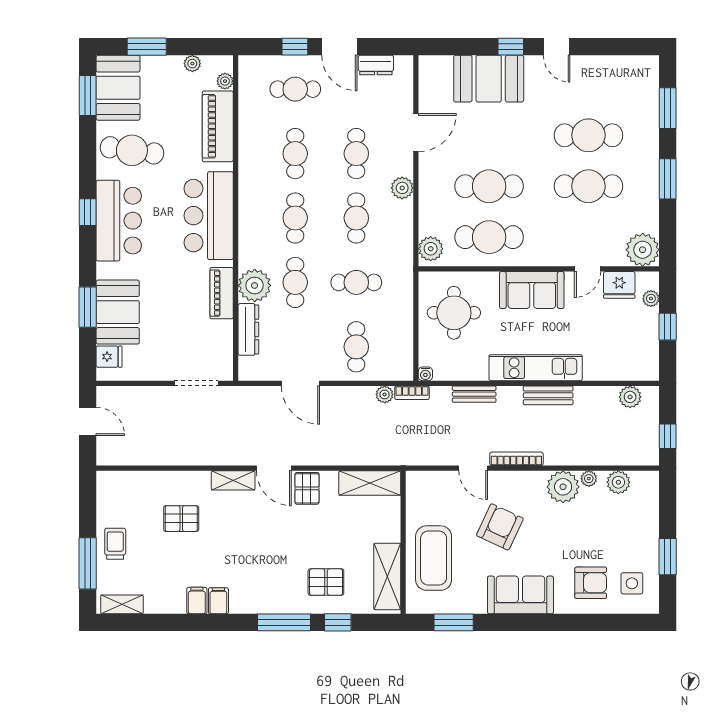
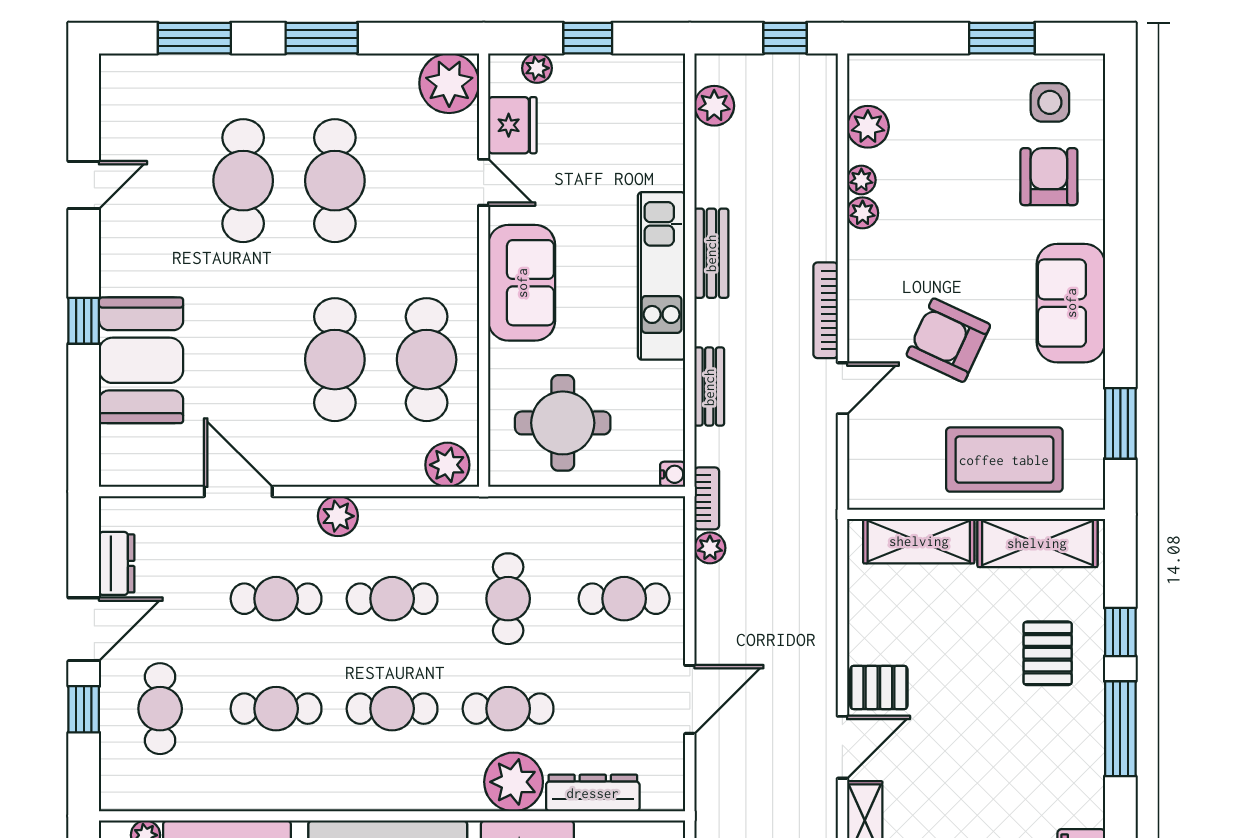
door: (557, 47) -> (84, 185), moved
shelving: (370, 483) -> (919, 541), moved, turned 90
plant: (563, 487) -> (863, 213), width x0.53, depth x0.53

